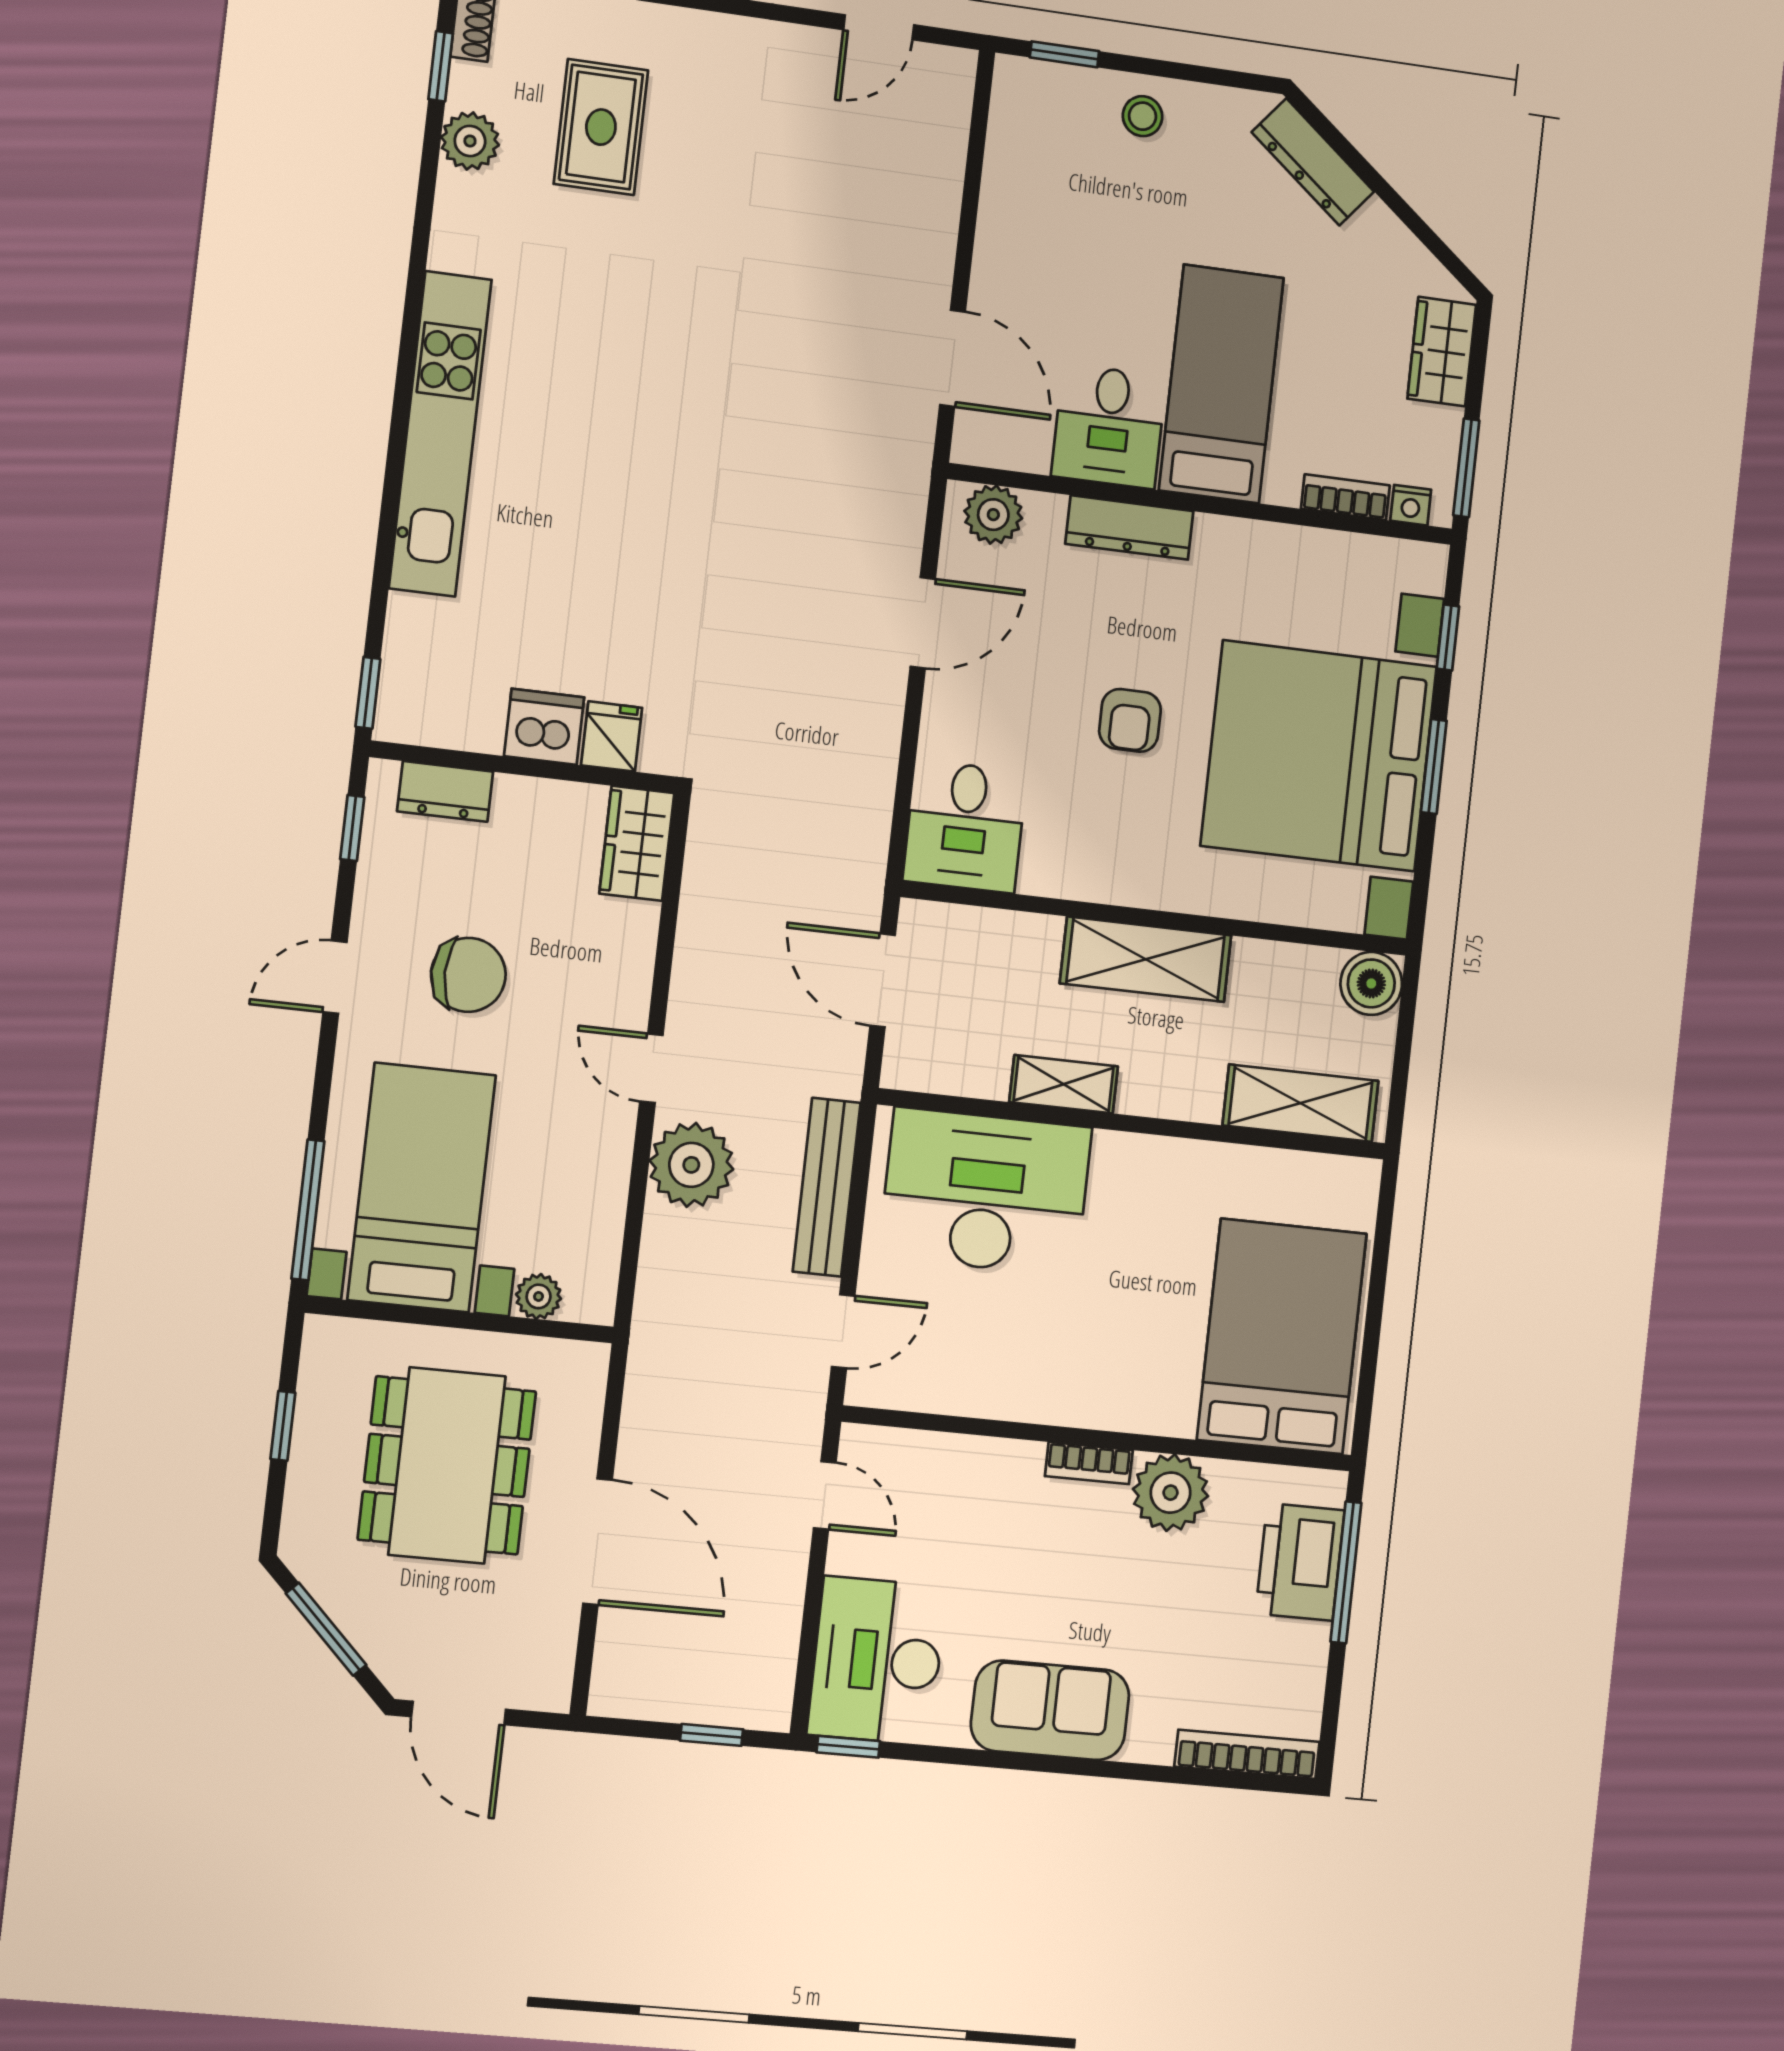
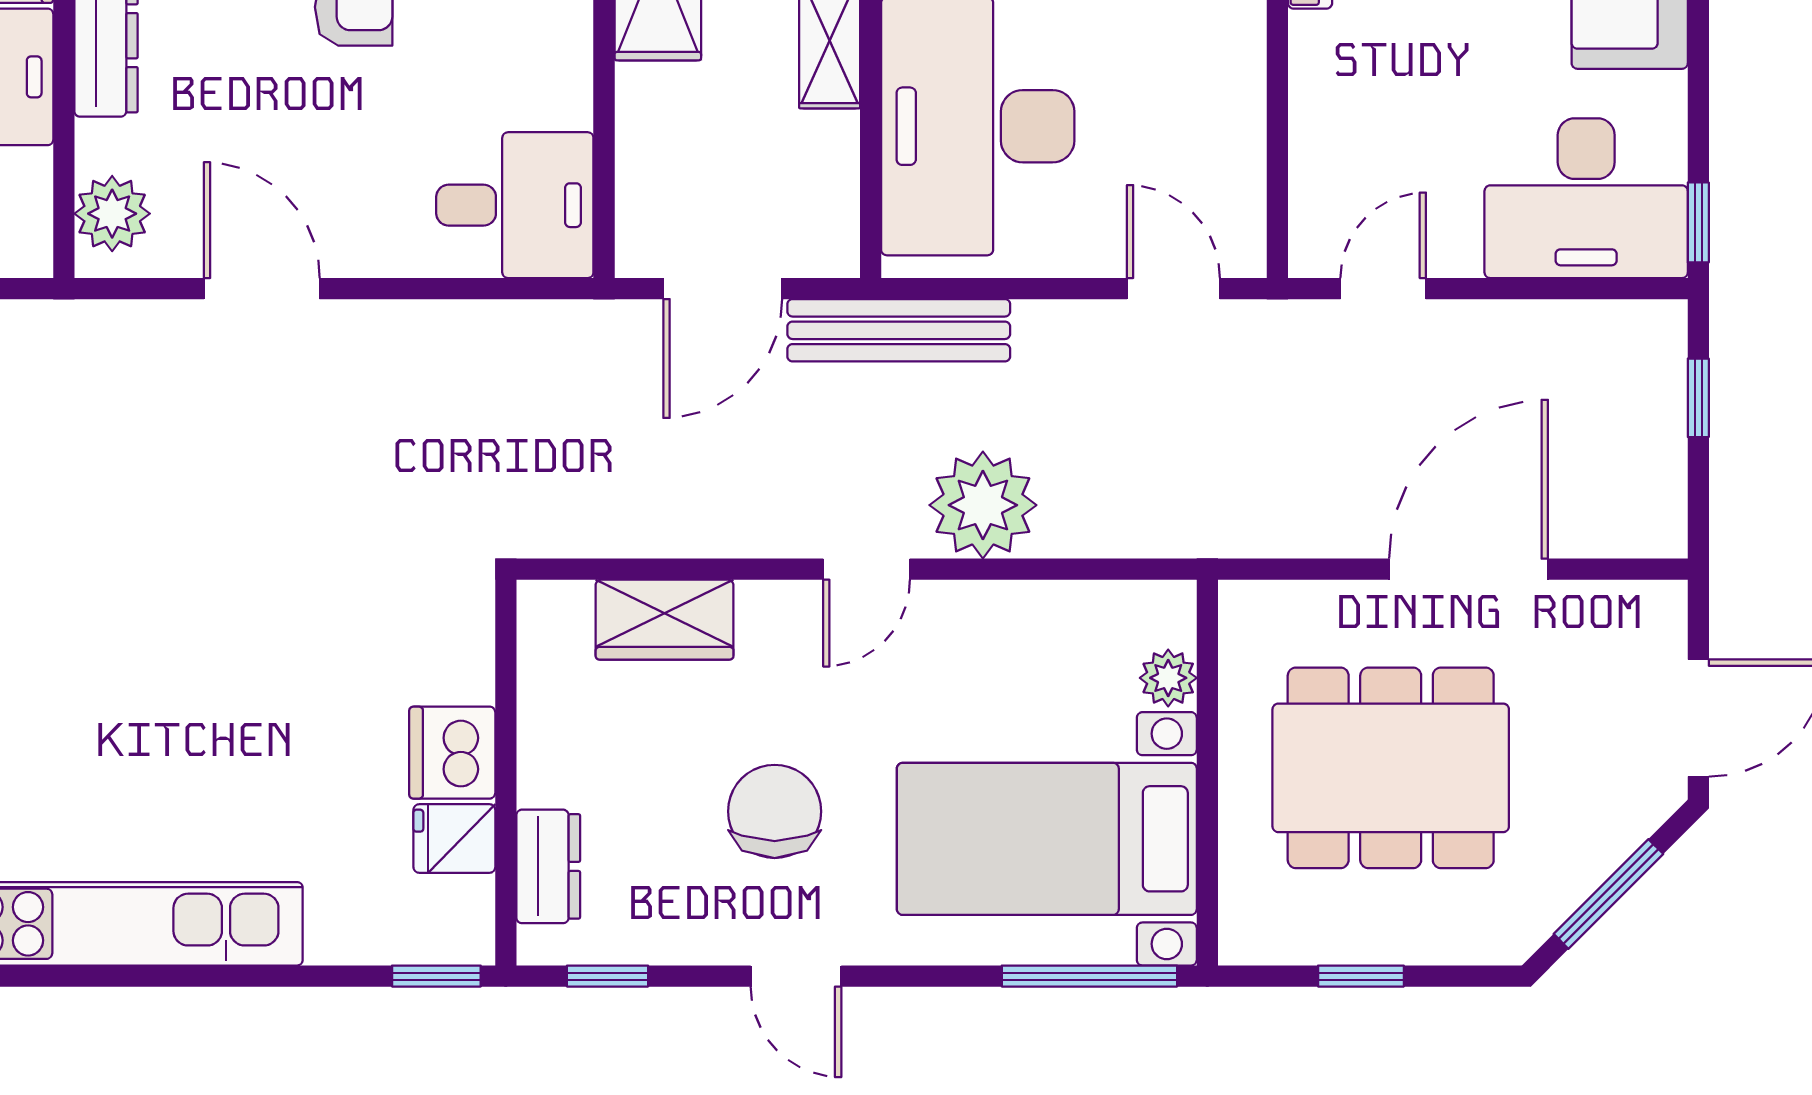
fridge: (612, 737) -> (454, 839), moved
wardrobe: (637, 843) -> (665, 620), moved
bench: (827, 1187) -> (899, 330), moved

